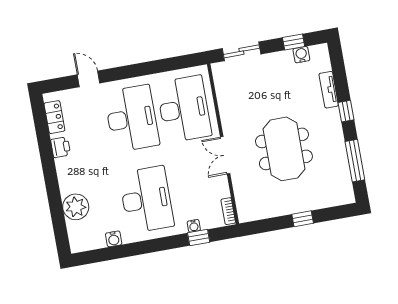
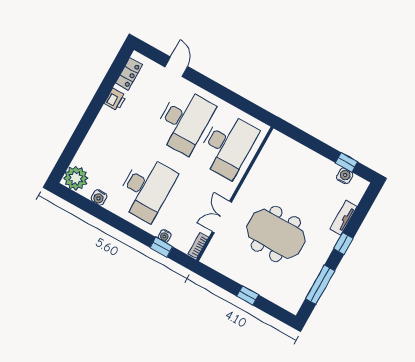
sliding door: (241, 51) -> (303, 138), removed
meeting table: (284, 149) -> (276, 234), turned 90
double door: (225, 155) -> (222, 217), moved
plant: (76, 207) -> (76, 178), moved

